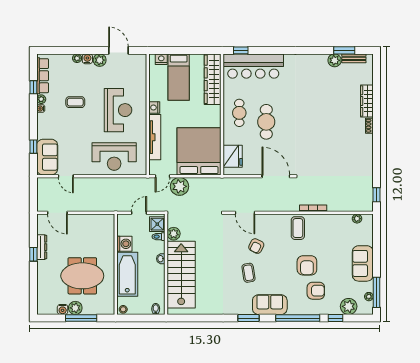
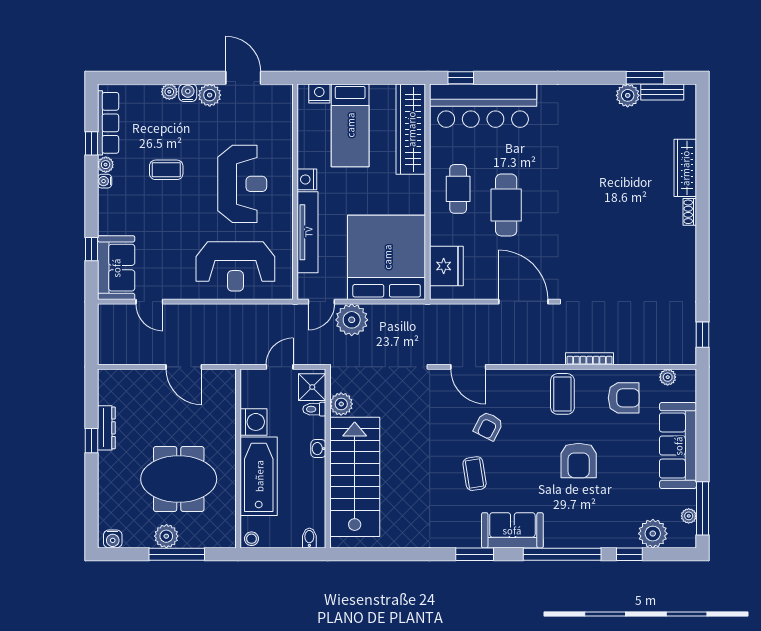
door: (57, 213) -> (184, 367), moved
sofa: (363, 263) -> (678, 446), width x1.36
armchair: (316, 291) -> (624, 398), moved
water cooler: (63, 309) -> (113, 539), moved

